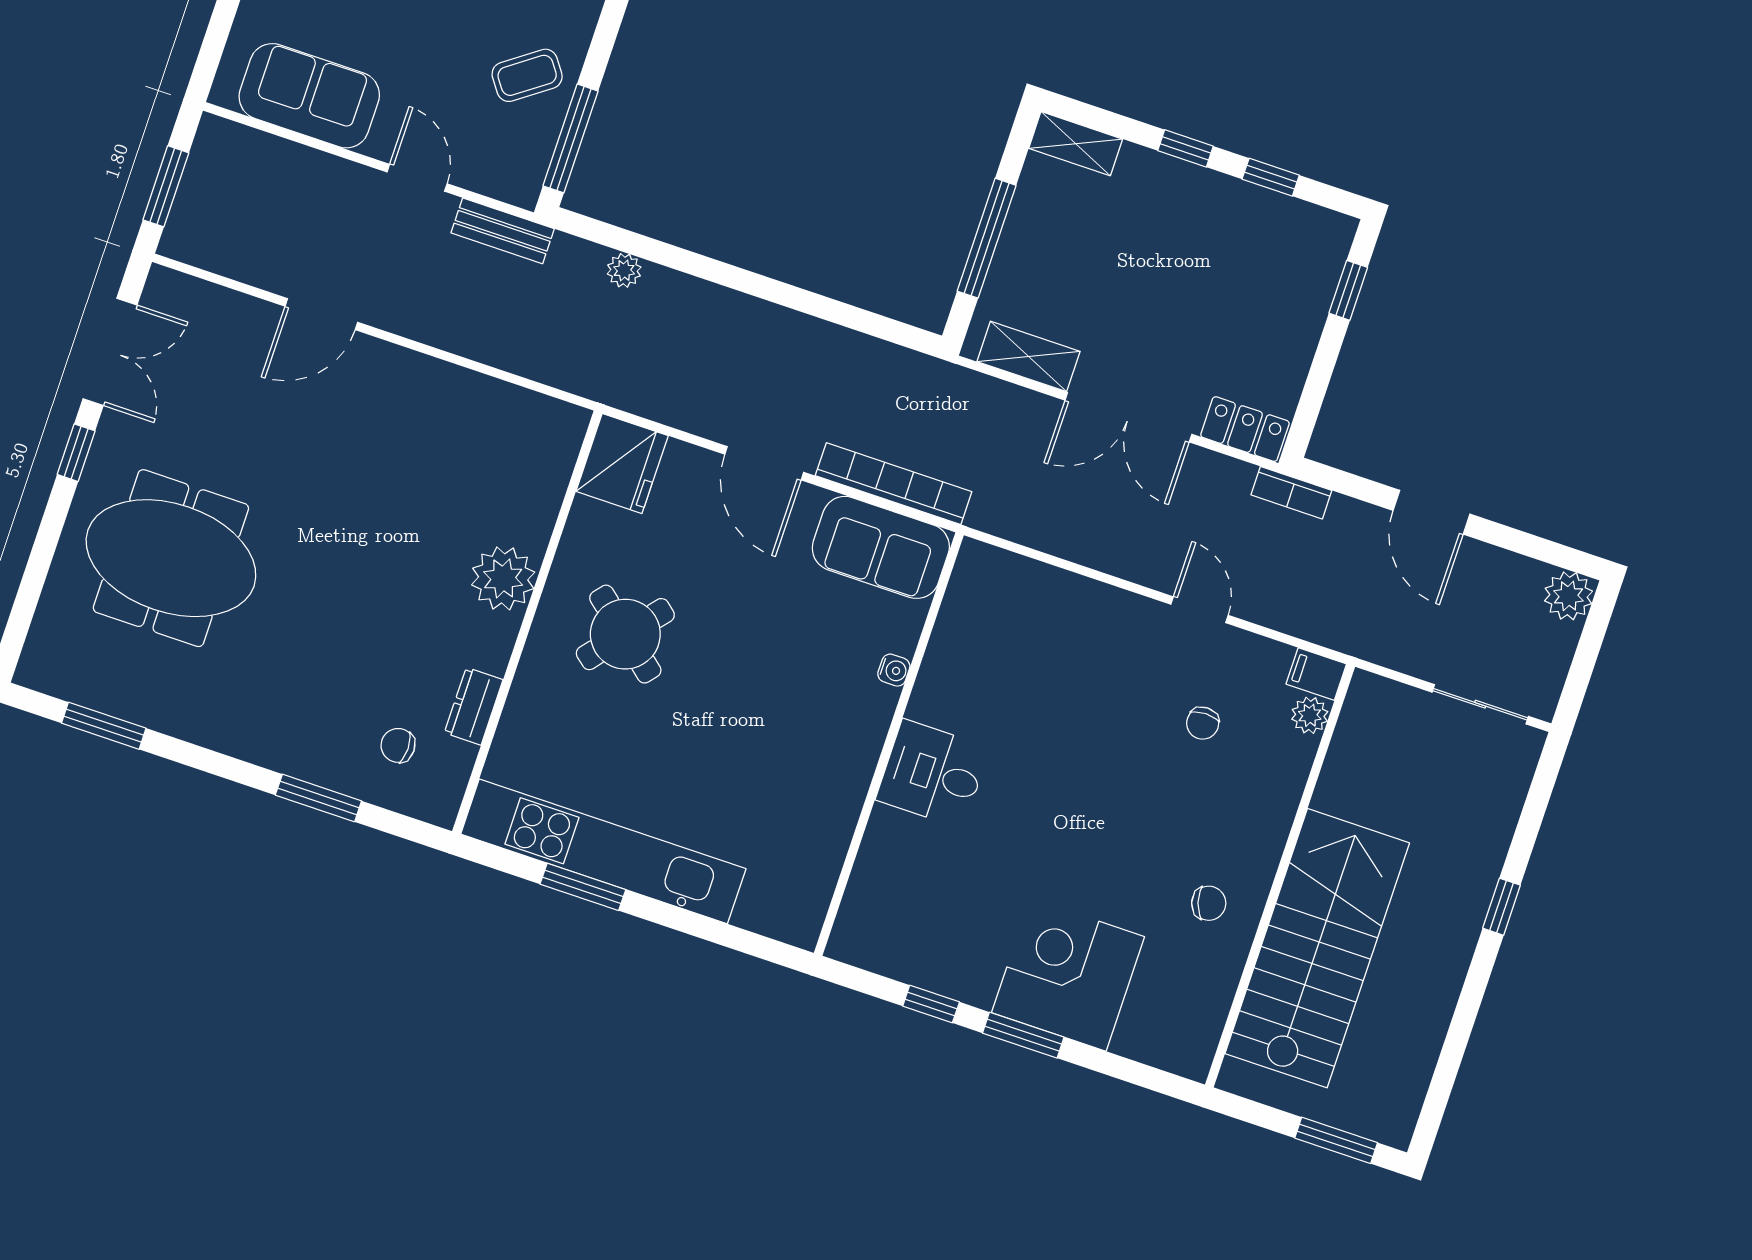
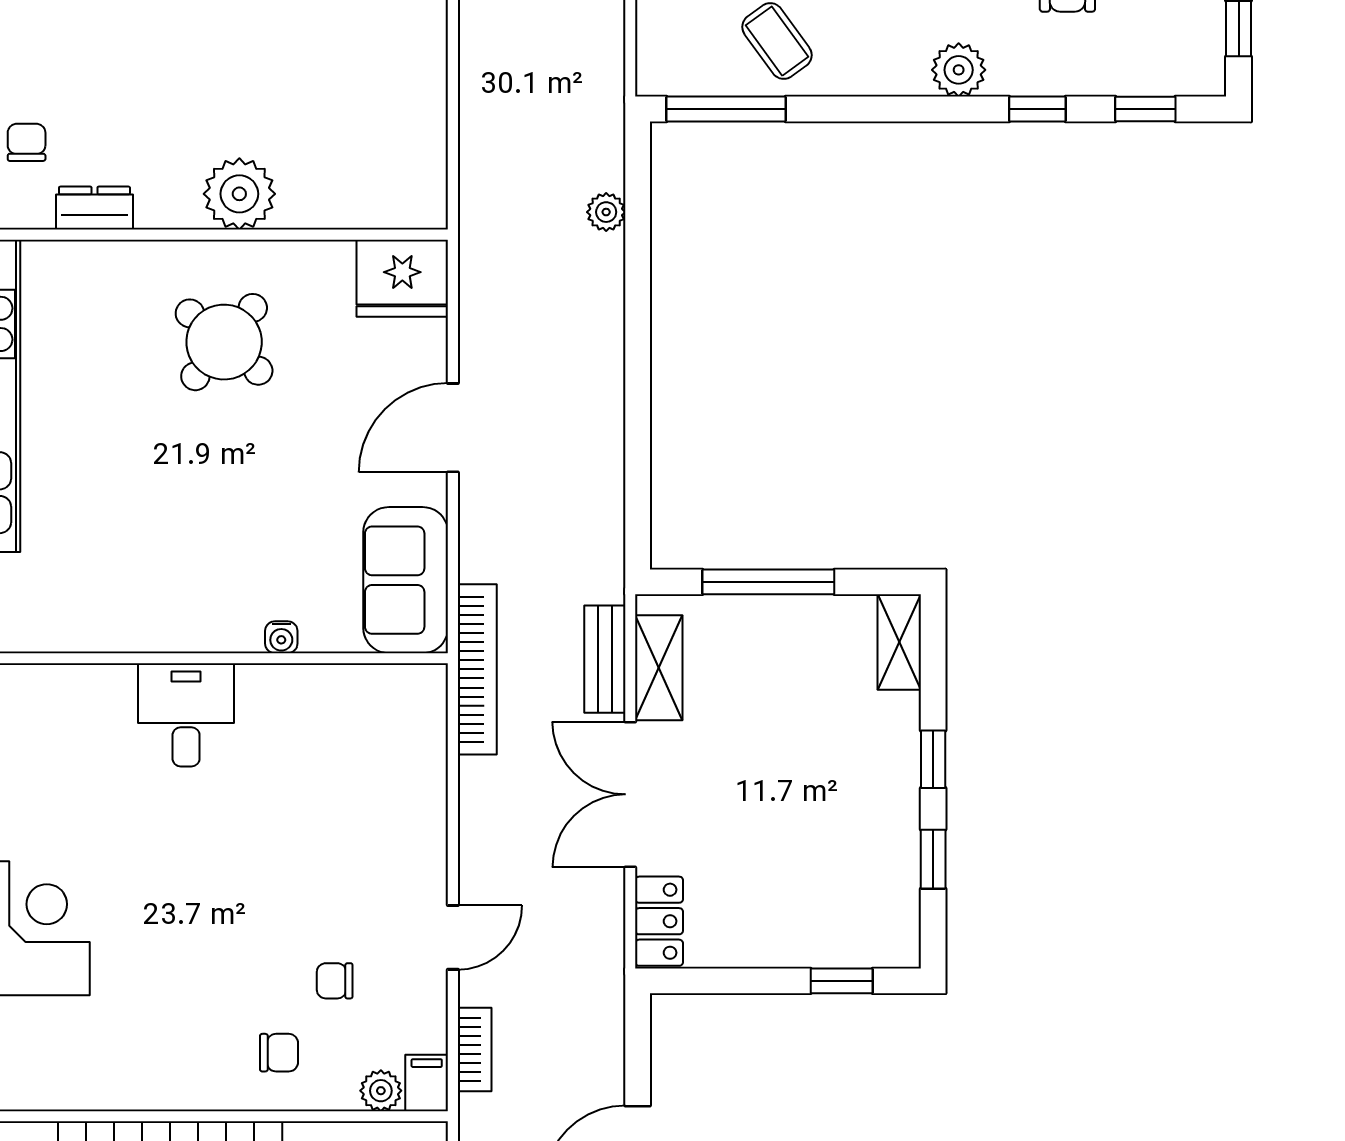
bench: (503, 231) -> (605, 659), moved
bookcase: (894, 484) -> (477, 669), moved
bookcase: (1291, 493) -> (475, 1049), moved, turned 180
chair: (1209, 903) -> (279, 1053), moved, turned -73

